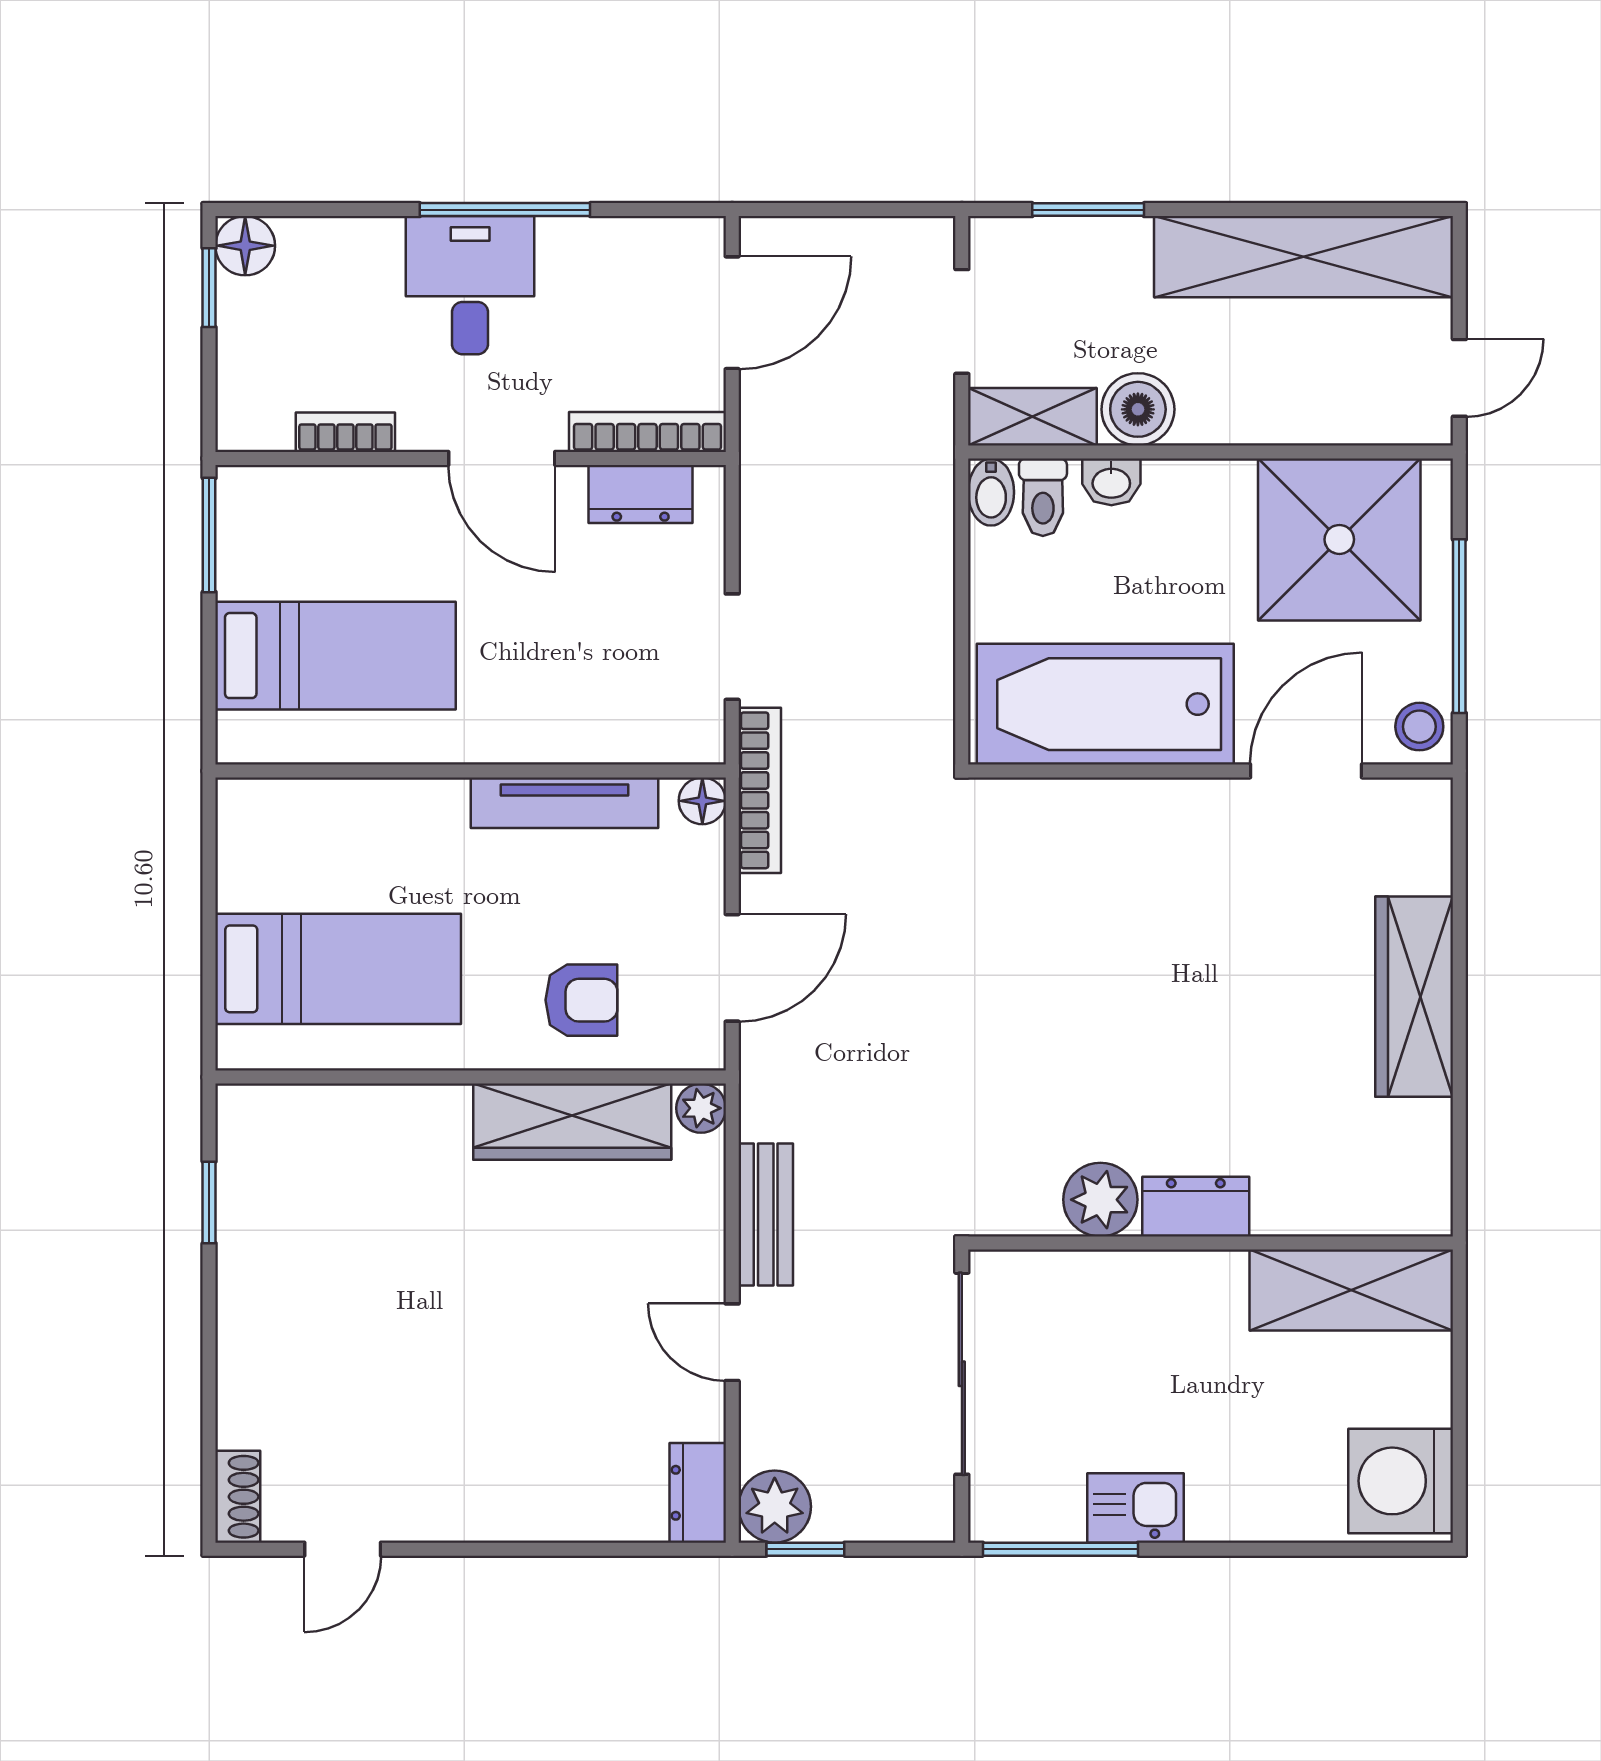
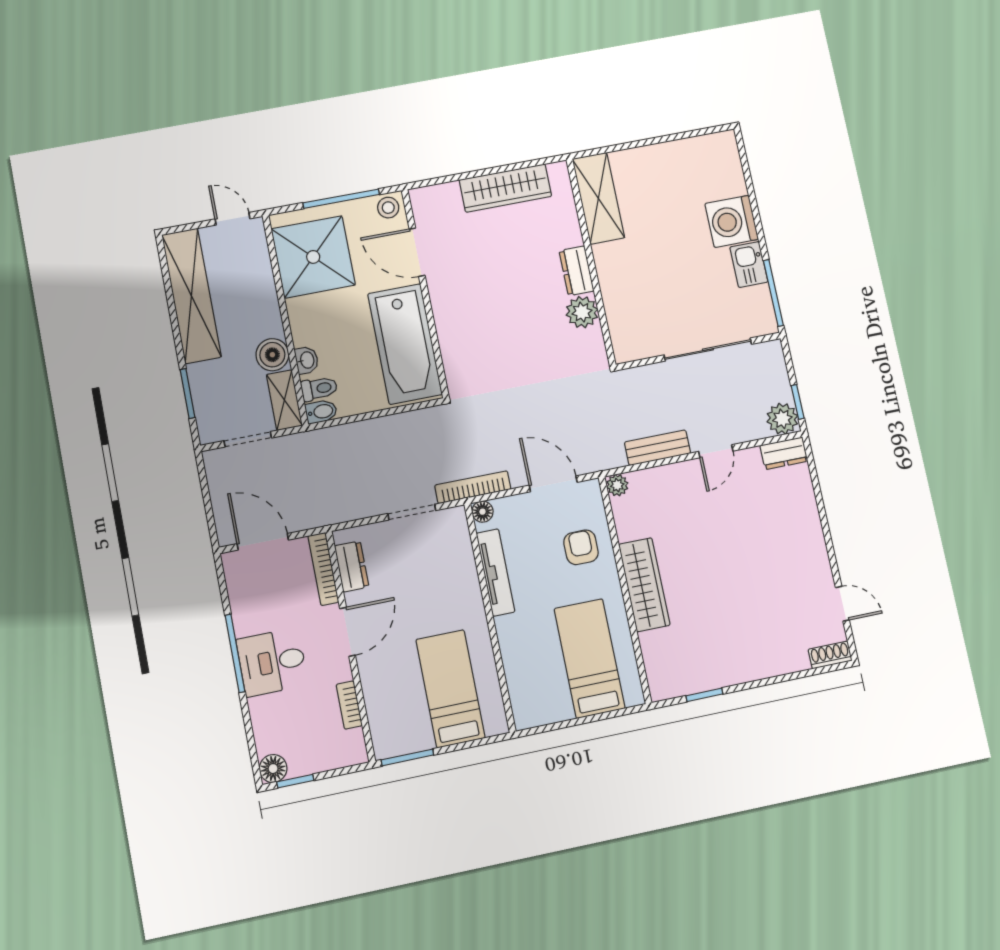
wardrobe: (572, 1122) -> (644, 585), moved
plant: (1100, 1200) -> (582, 312), moved
dresser: (1196, 1207) -> (576, 271), moved
wall: (1211, 1243) -> (591, 262), moved
shelving: (1351, 1290) -> (598, 198), moved
washing machine: (1401, 1481) -> (732, 221), moved, turned 90

